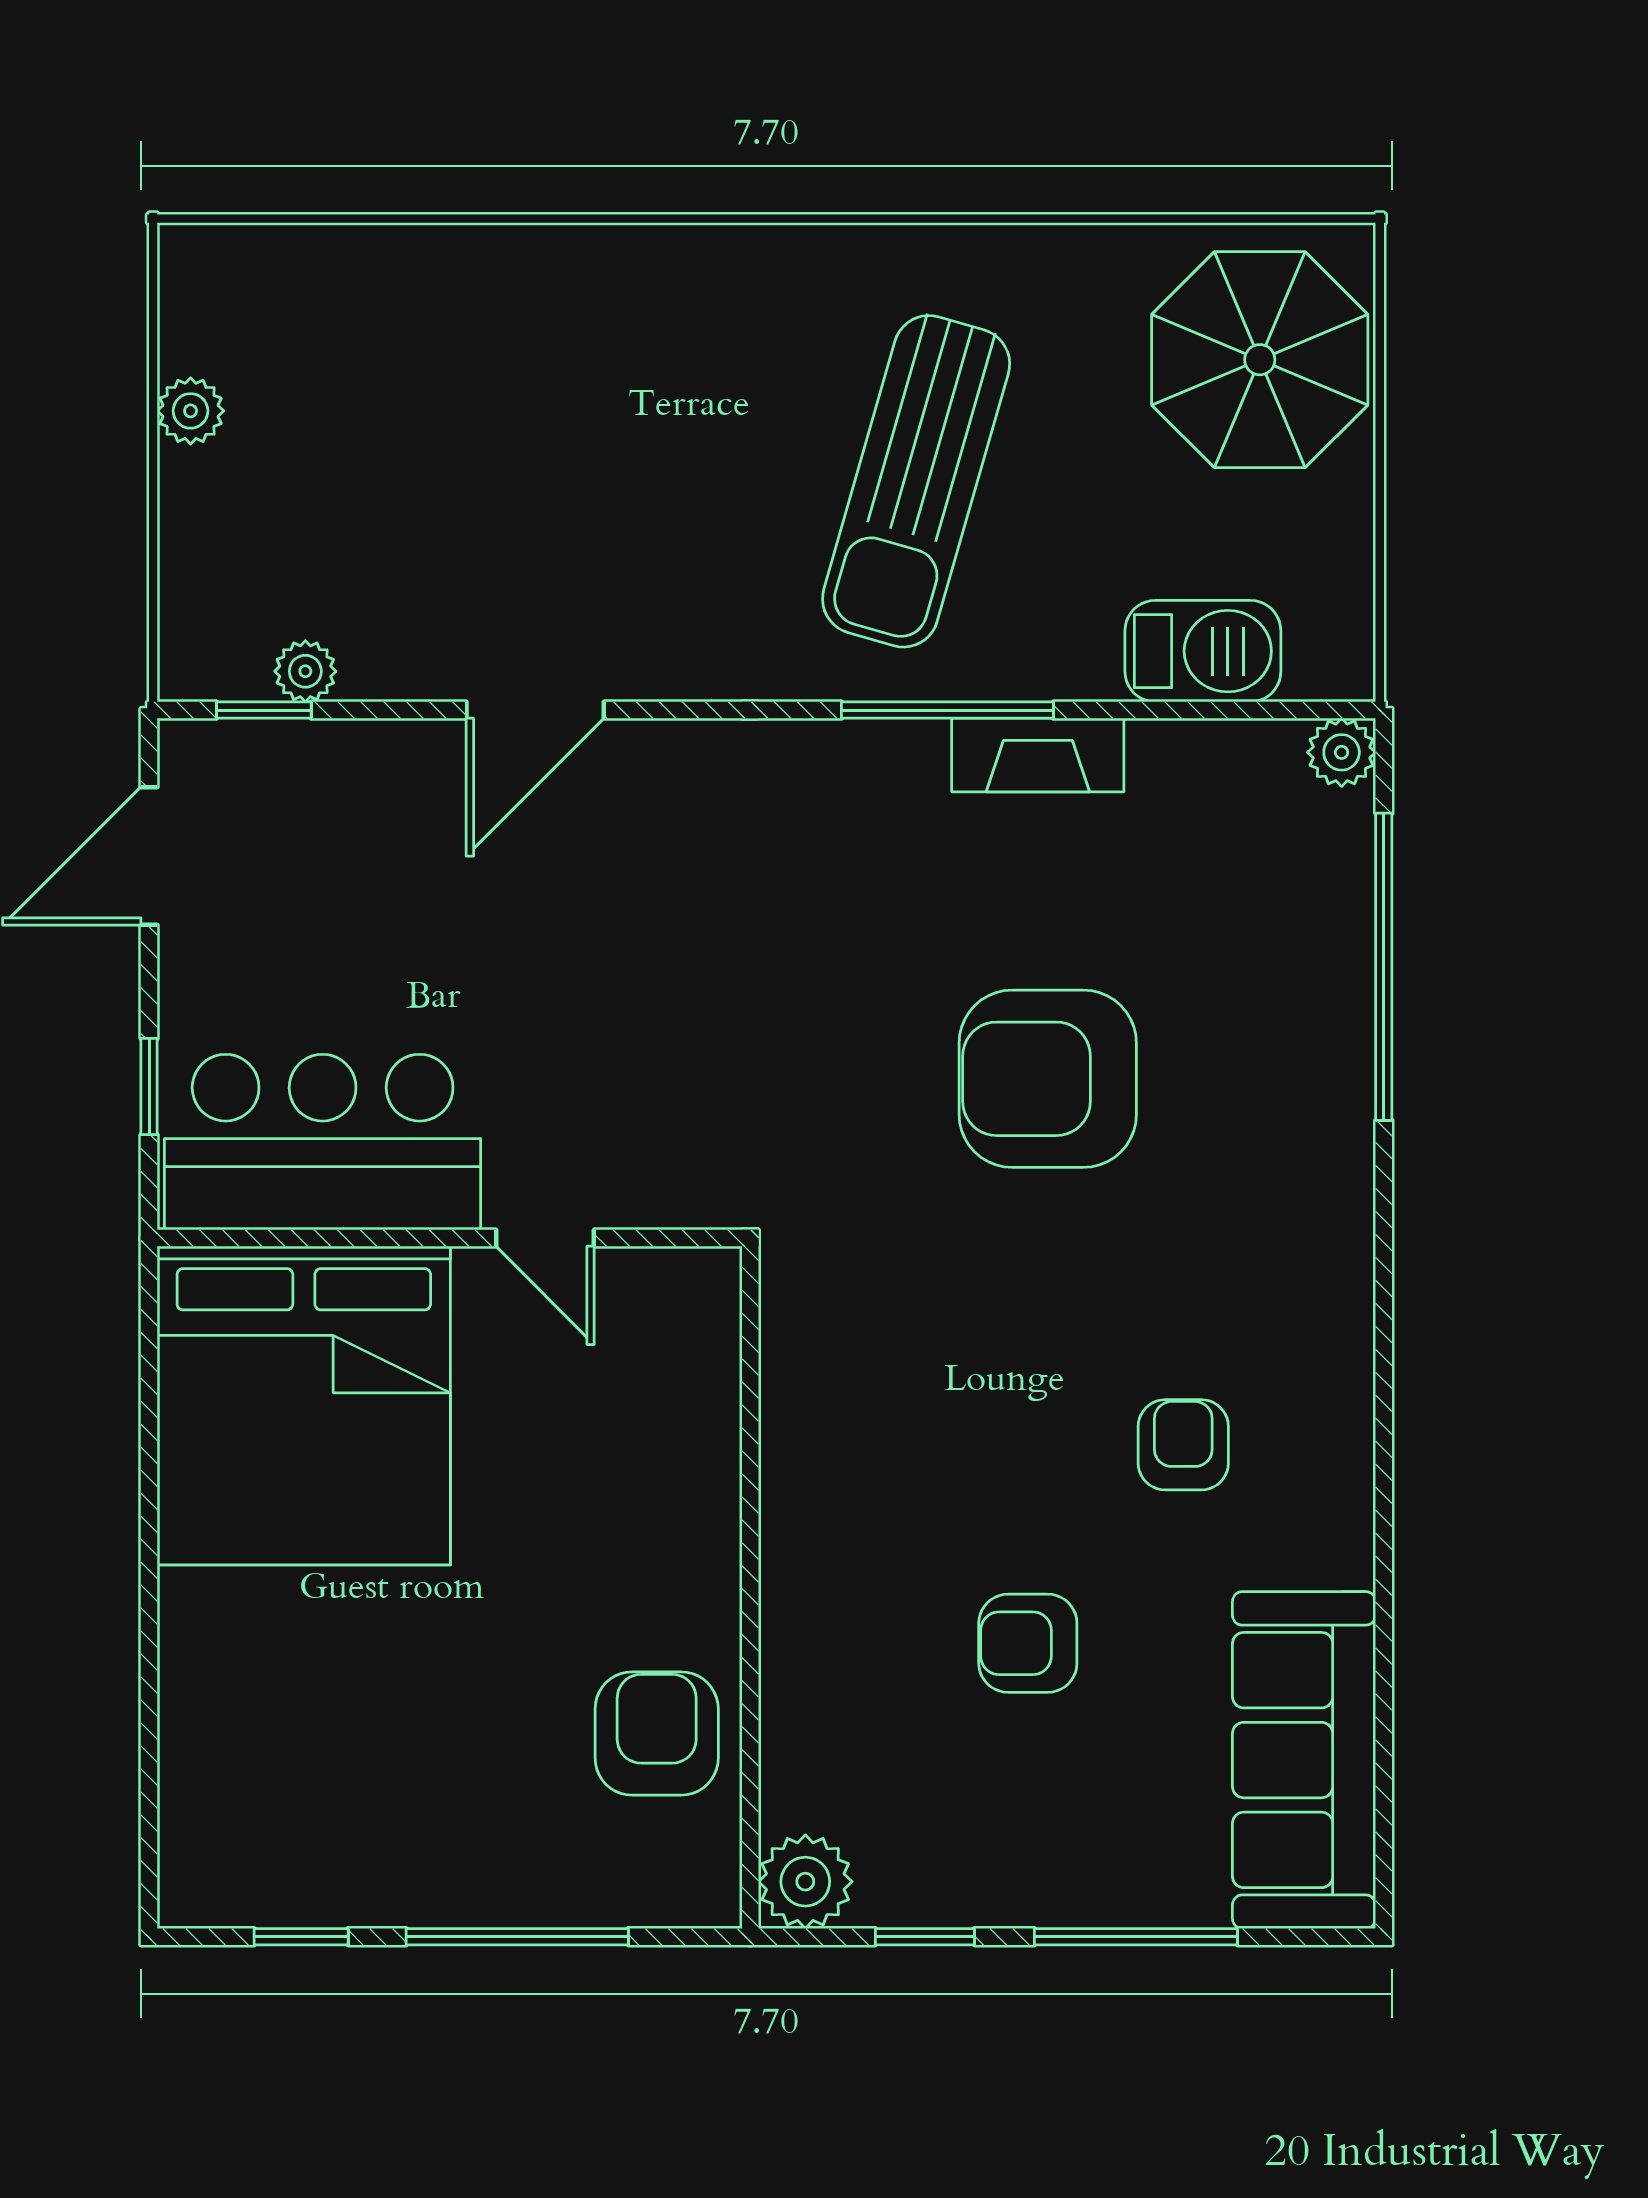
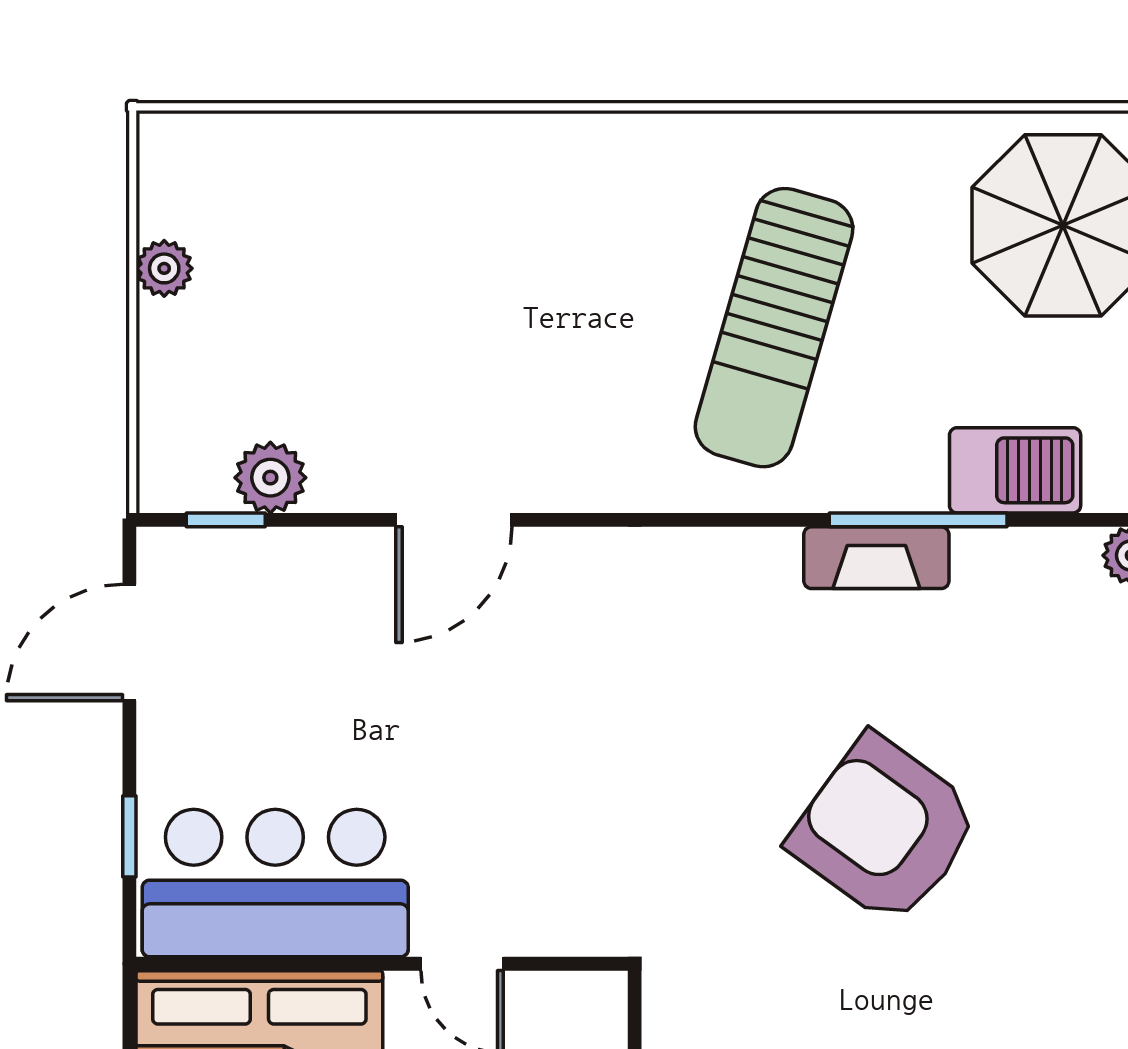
plant: (305, 671) -> (270, 478), width x1.38, depth x1.38
window: (947, 710) -> (918, 520), moved
armchair: (1048, 1079) -> (885, 830), turned 36

